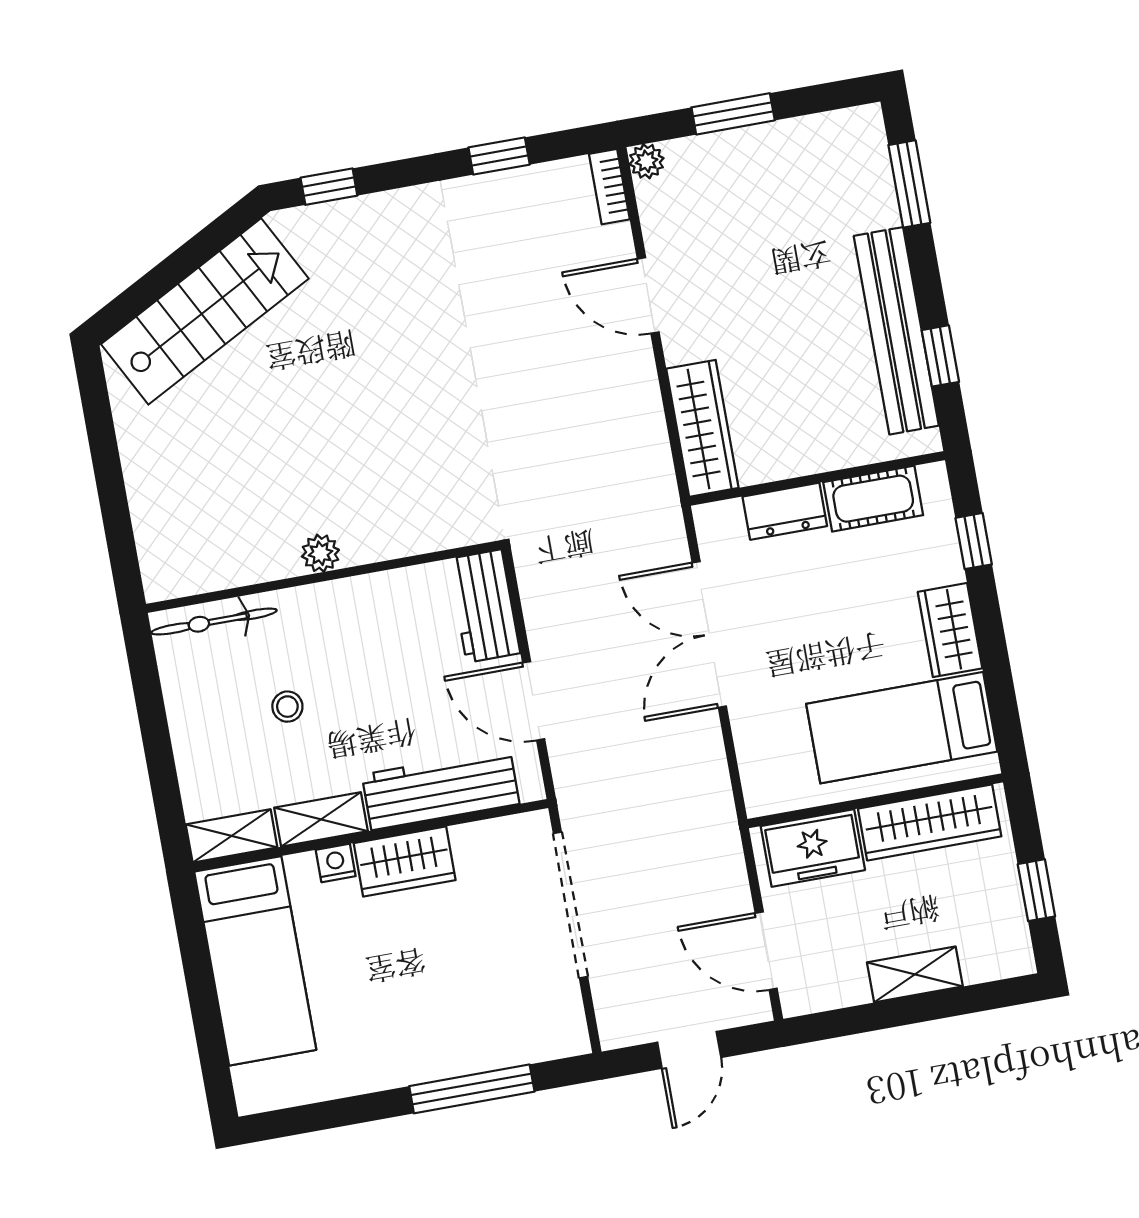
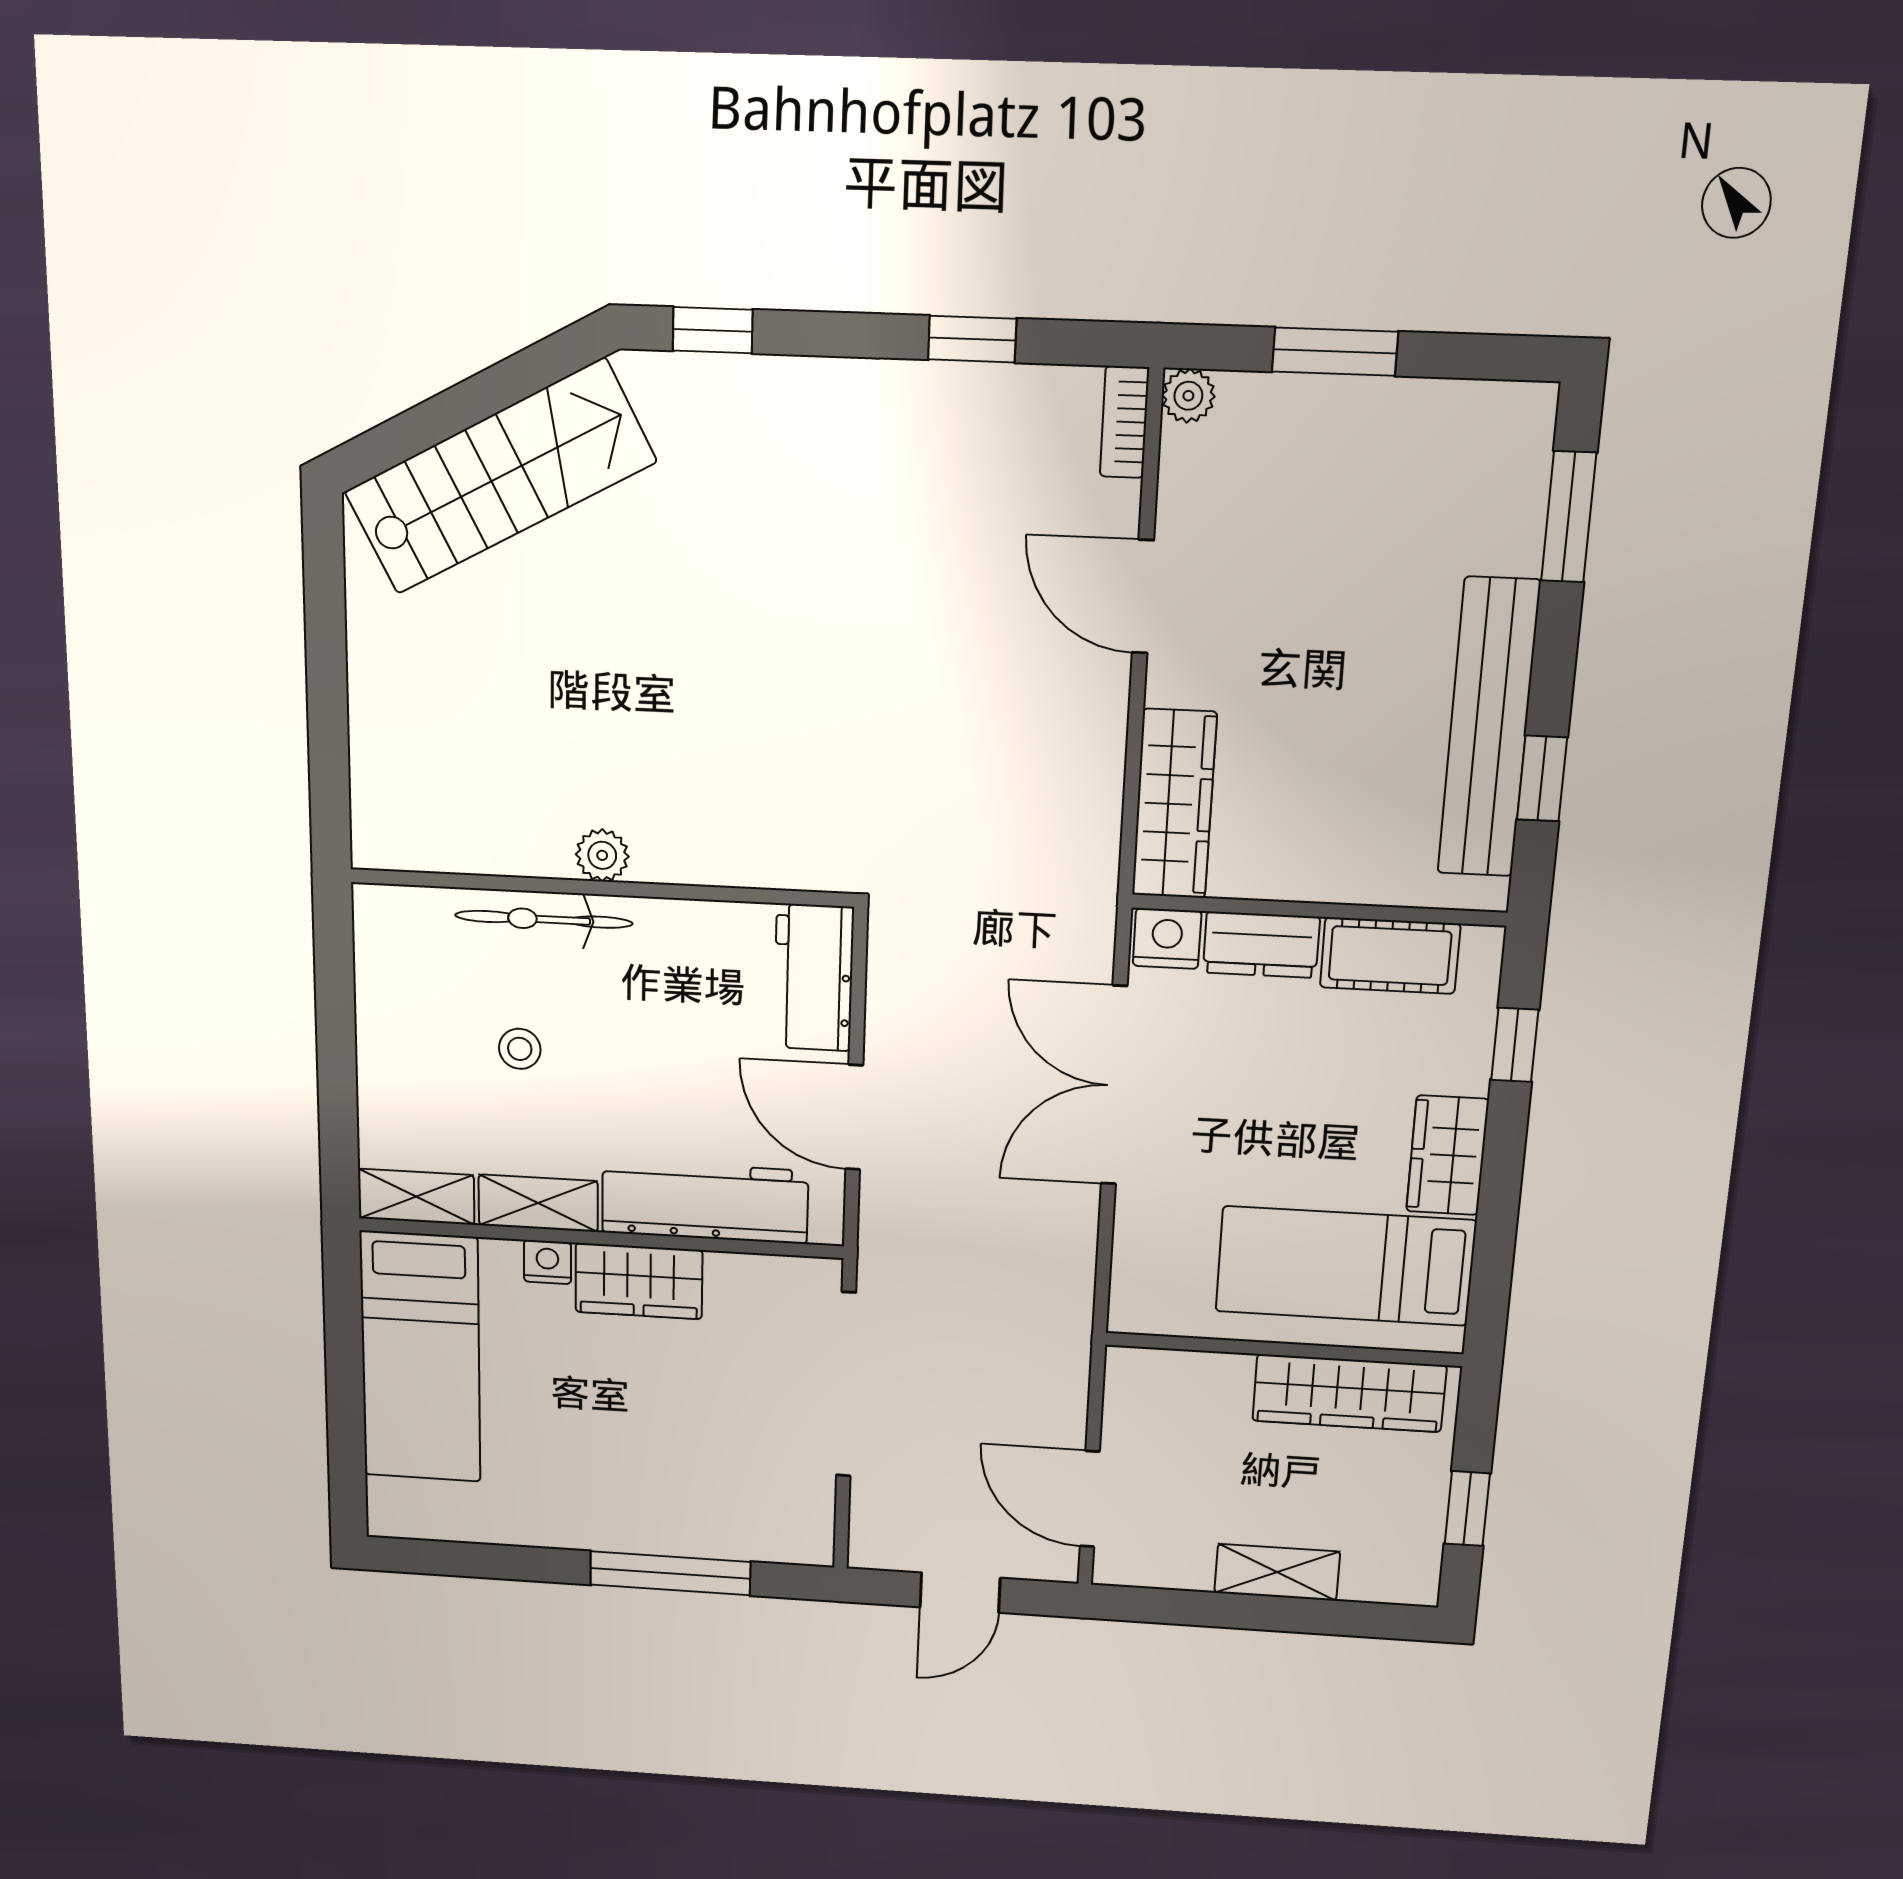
nightstand: (720, 522) -> (1167, 938), added
bicycle: (214, 622) -> (544, 919), moved
freezer: (813, 848) -> (1184, 1389), removed

